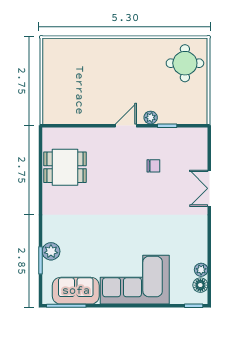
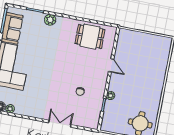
door: (126, 126) -> (111, 65), moved
dining table: (65, 167) -> (90, 37), turned 90
plant: (51, 251) -> (50, 20), moved

